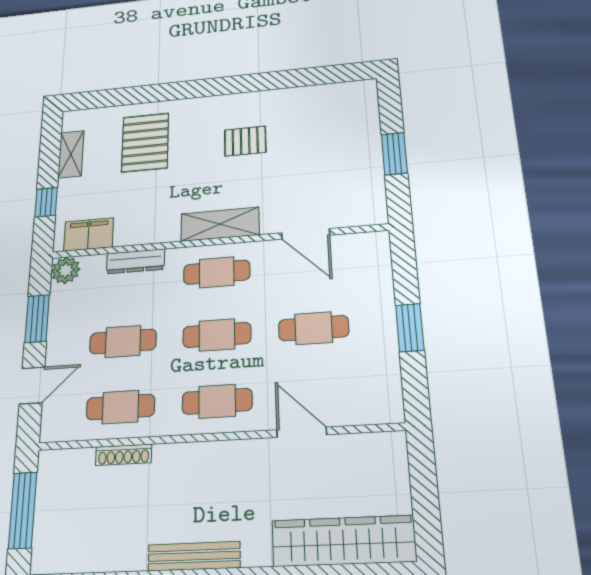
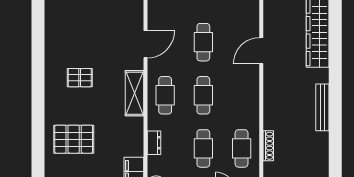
pallet: (245, 141) -> (80, 78), turned 90
dresser: (136, 261) -> (154, 143), width x0.70
cafe table: (217, 401) -> (242, 95), removed

